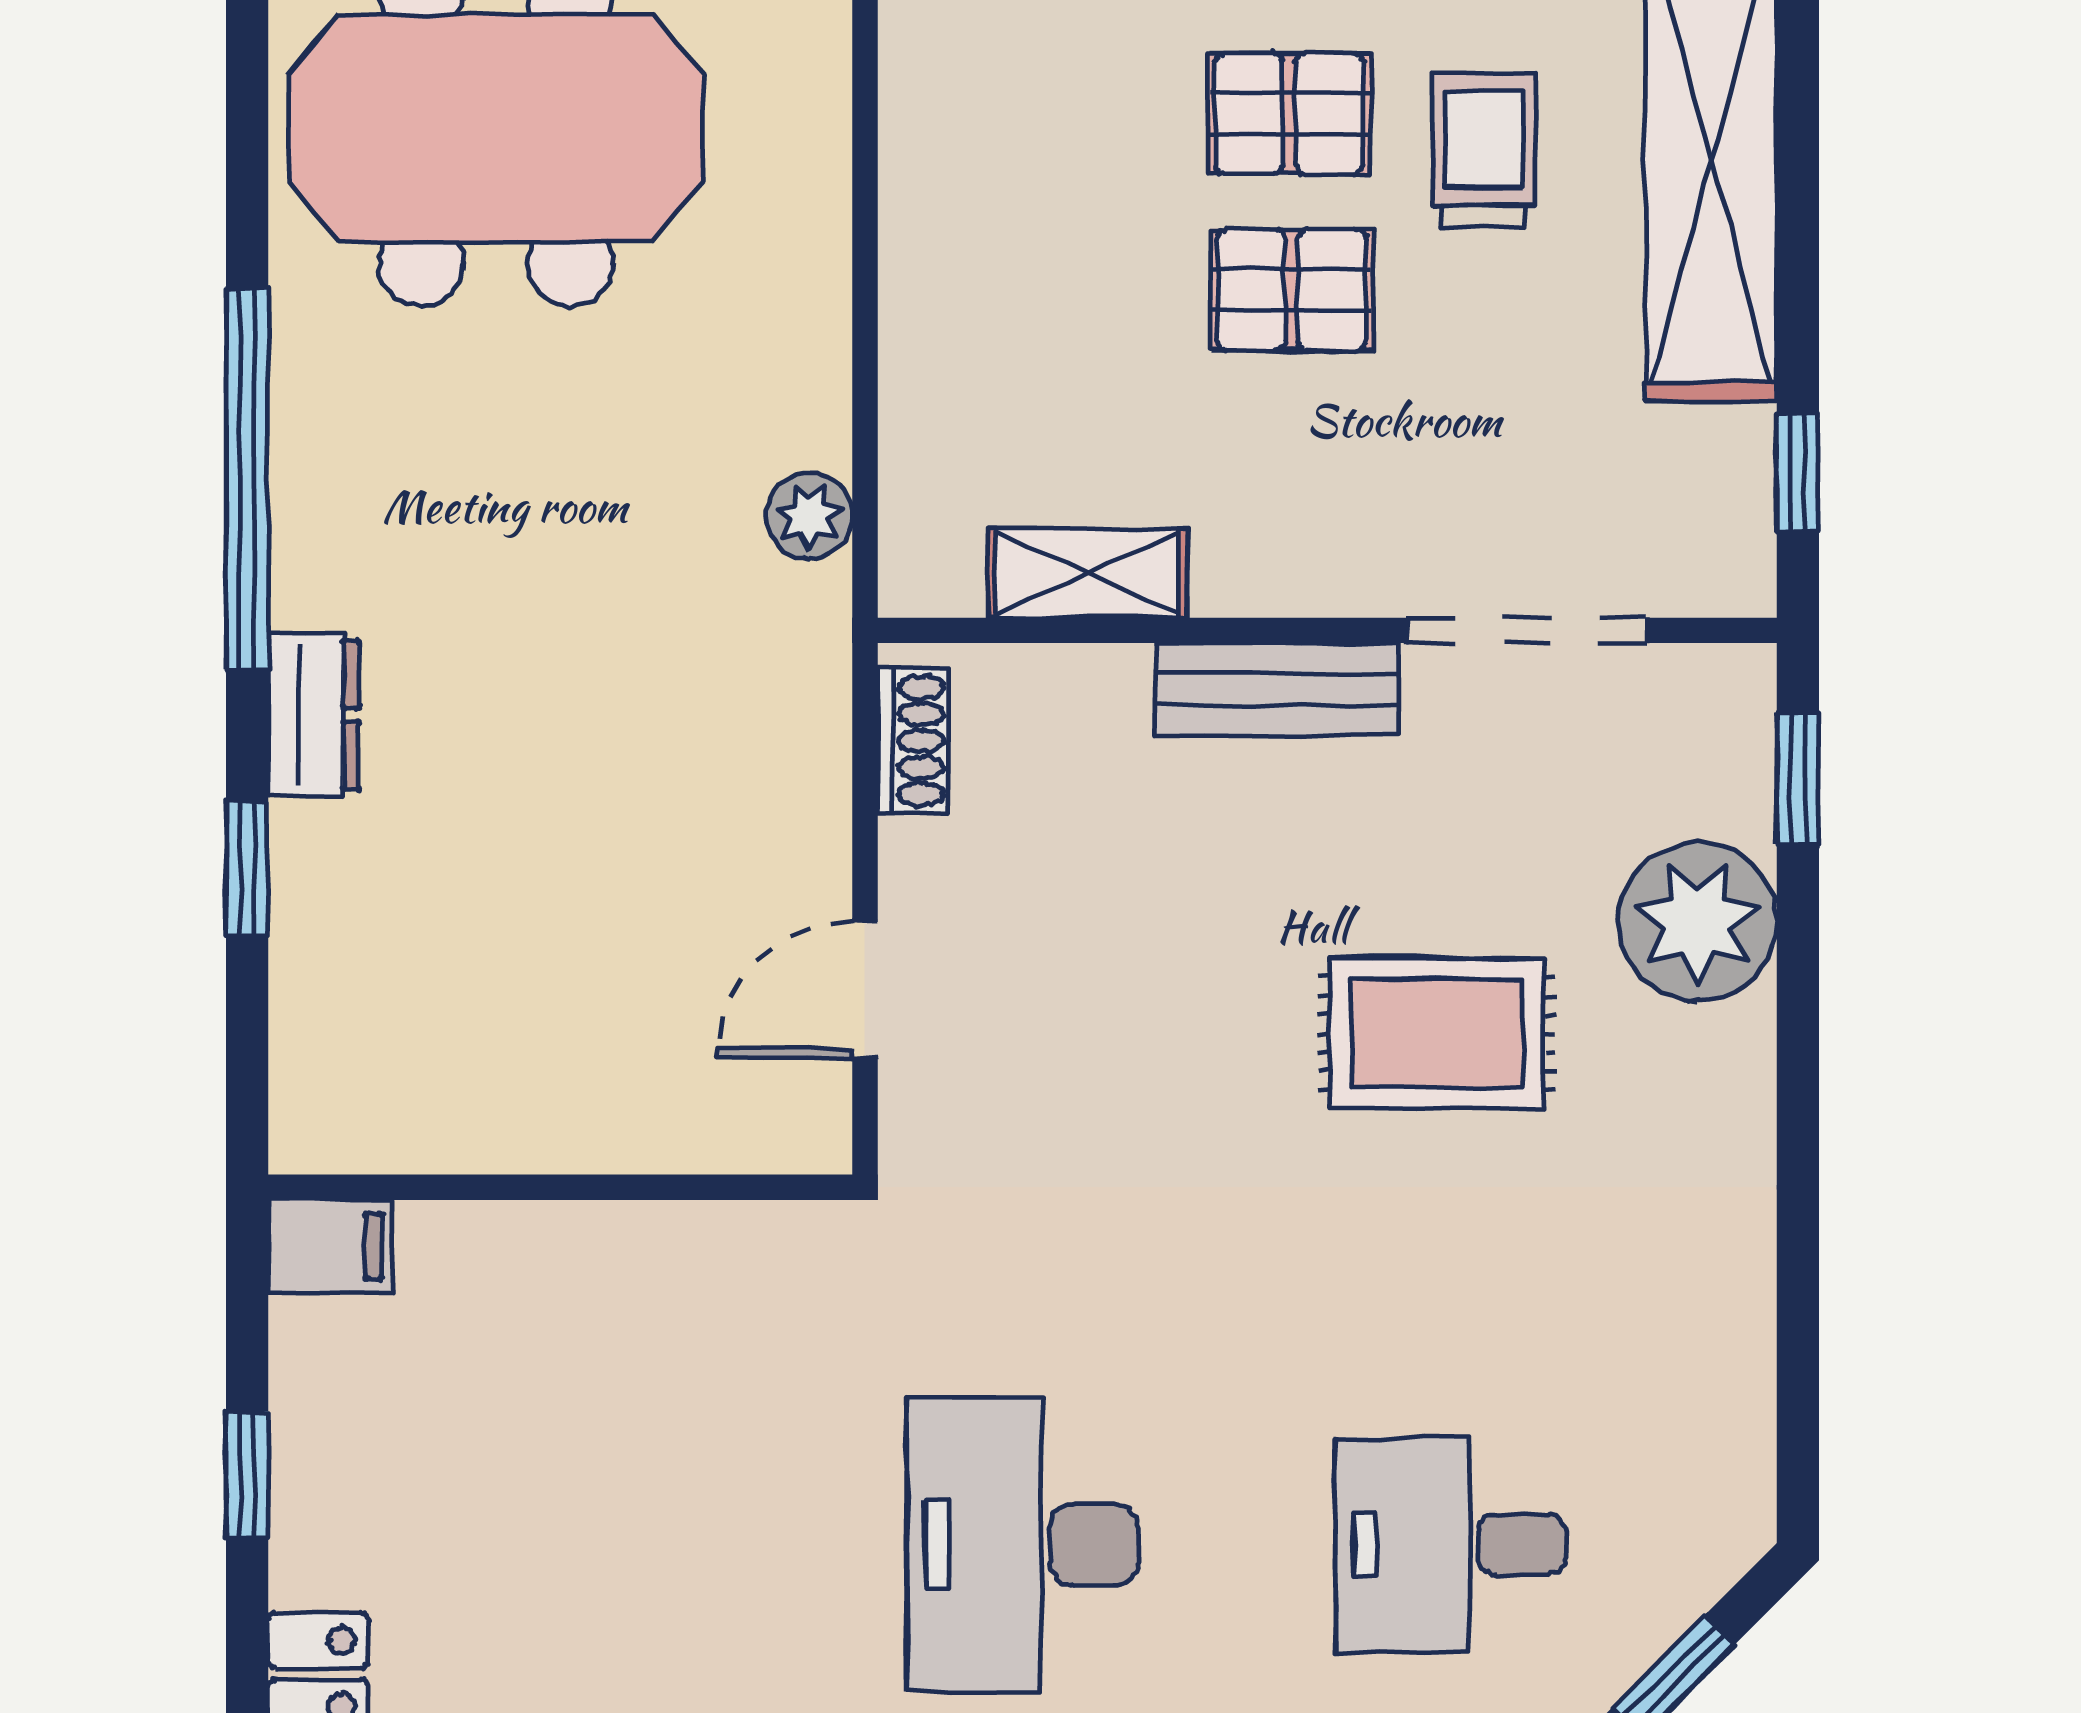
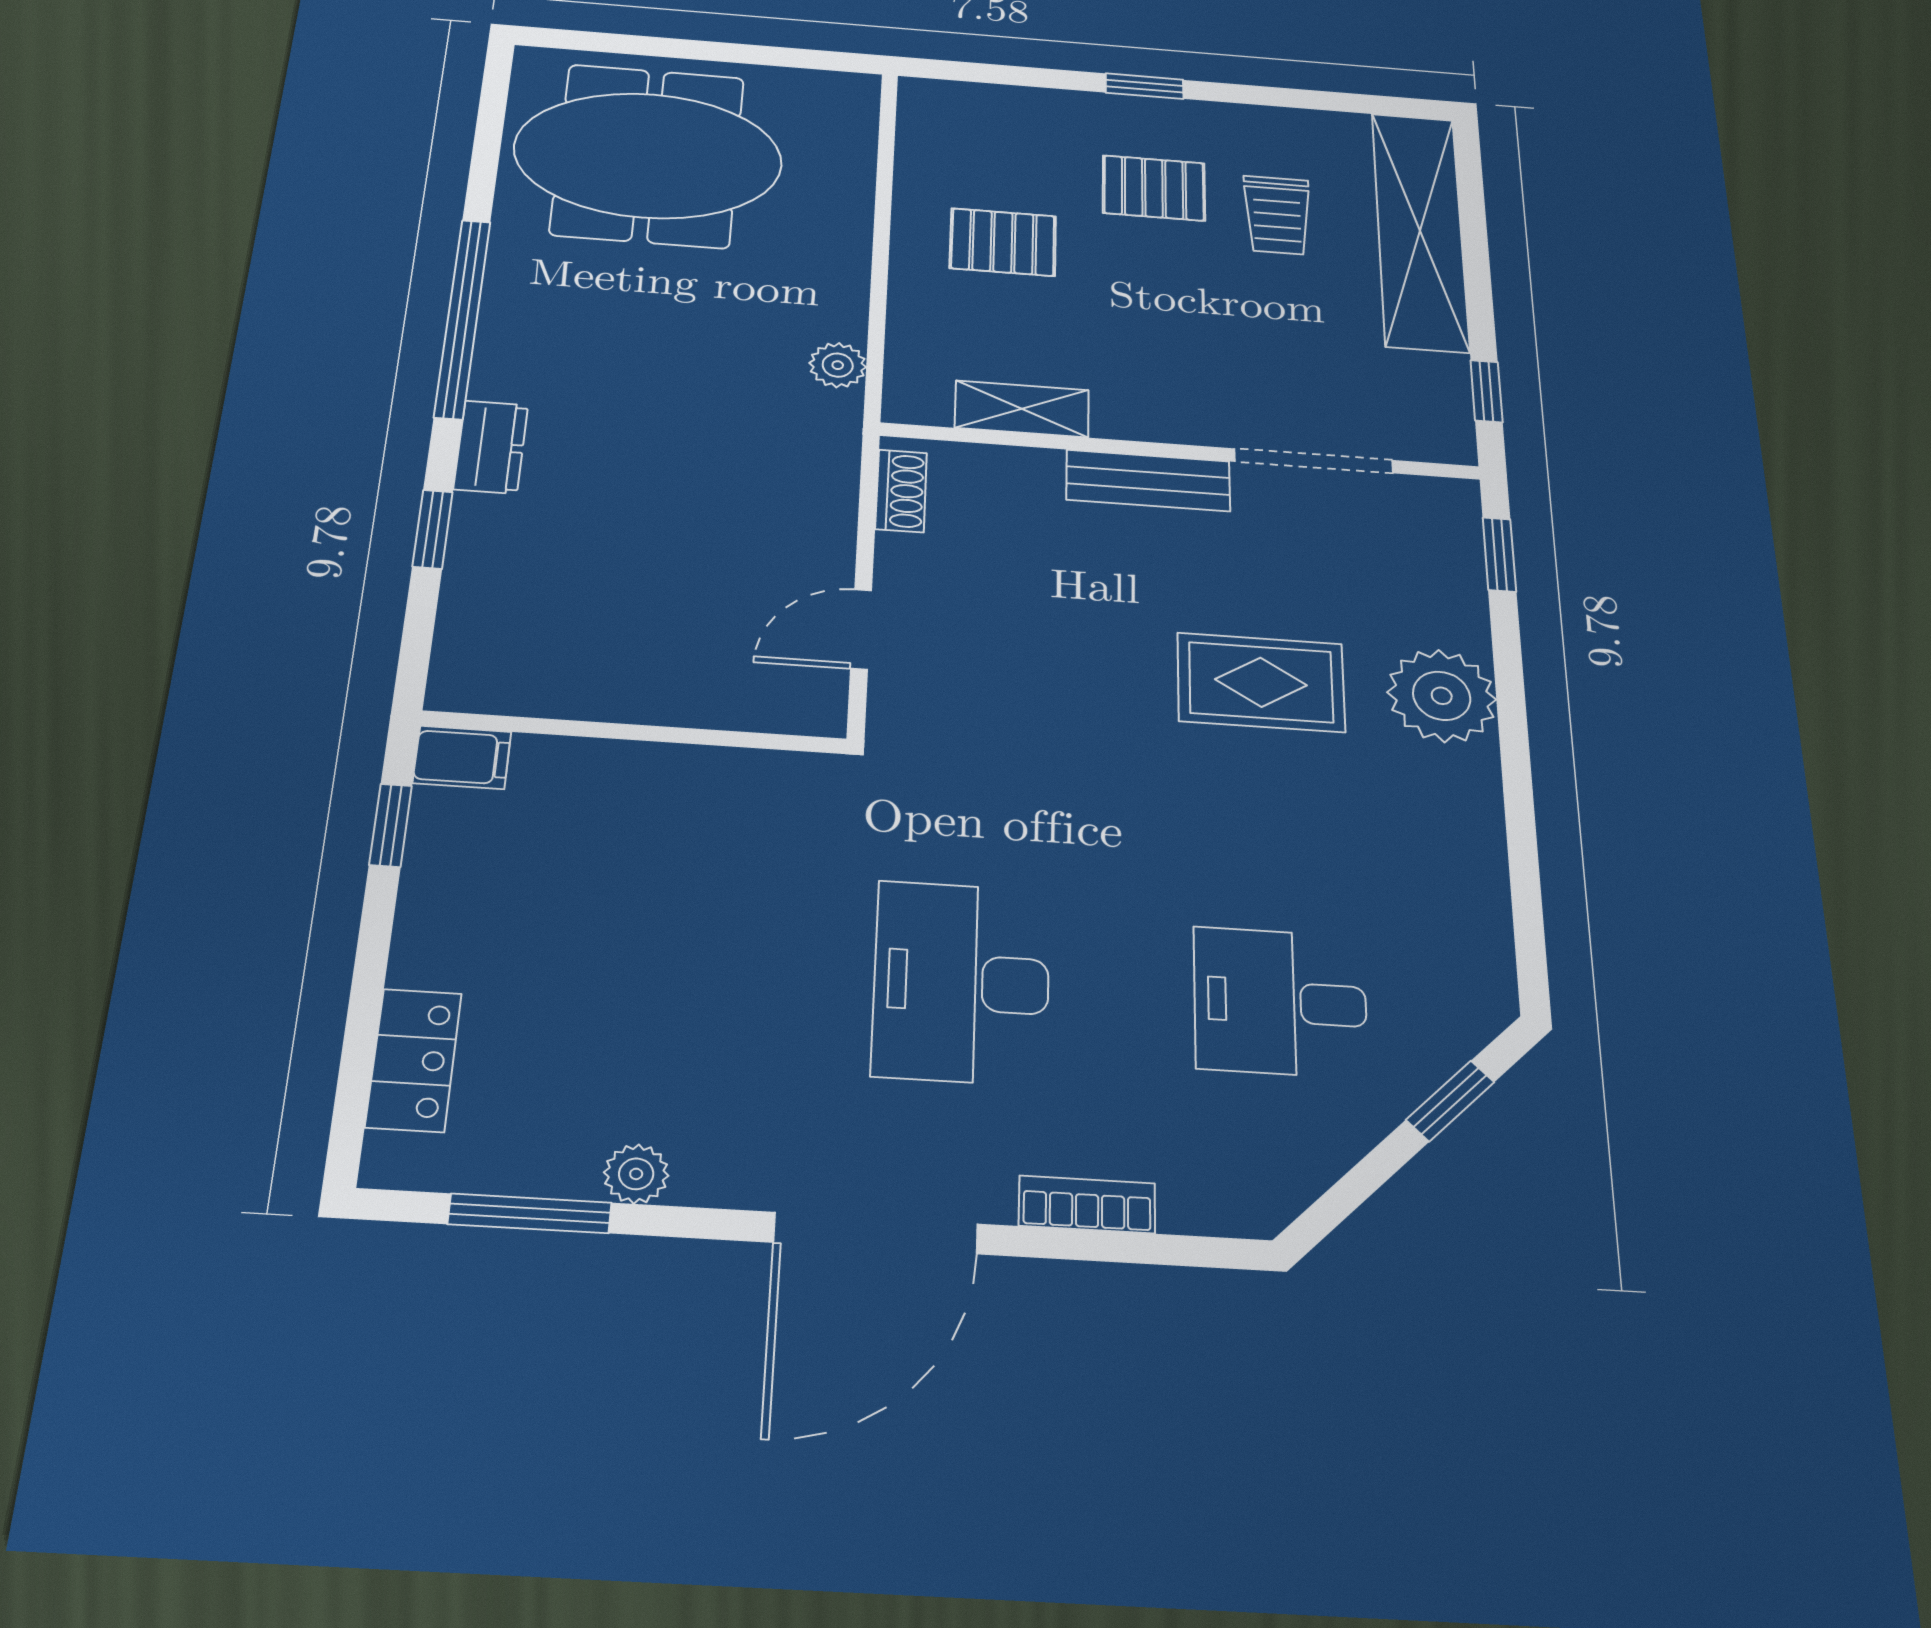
trolley: (1484, 150) -> (1277, 215), turned 180
pallet: (1292, 290) -> (1003, 242), moved
plant: (1698, 921) -> (1442, 696), moved
window: (247, 1475) -> (391, 825), moved

